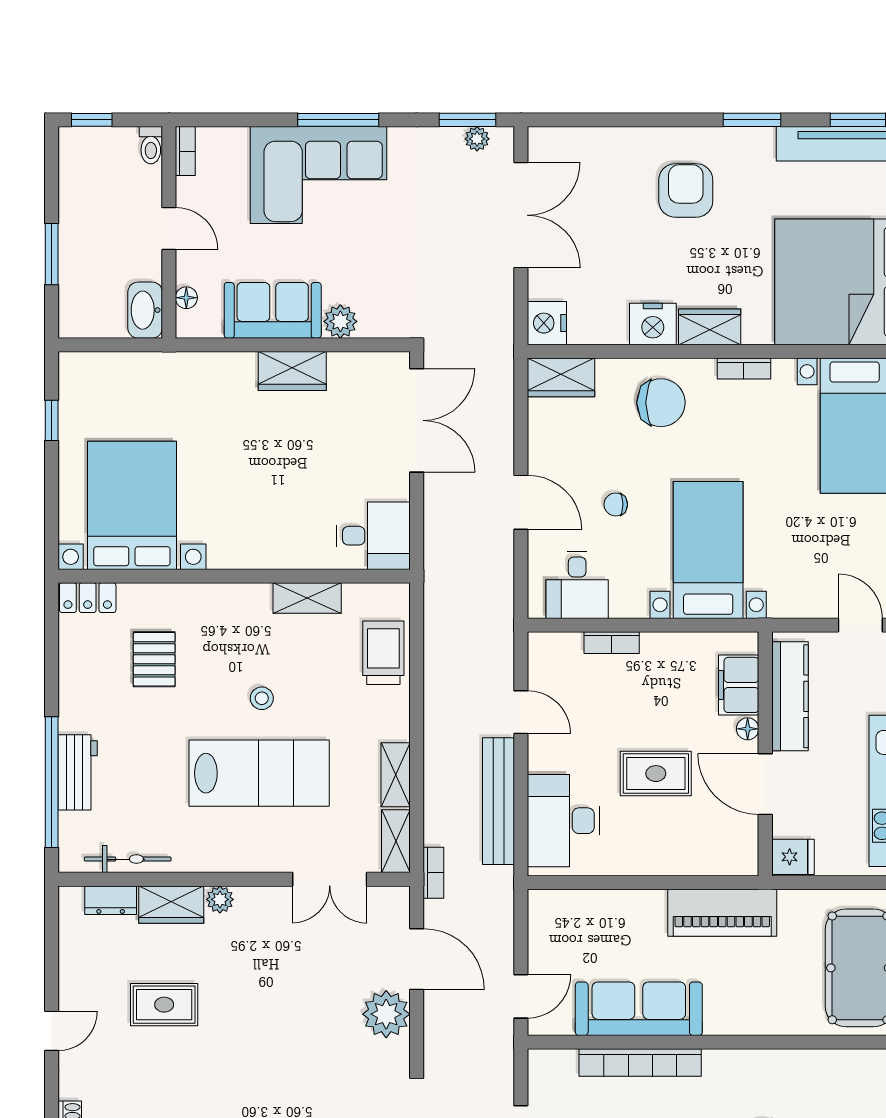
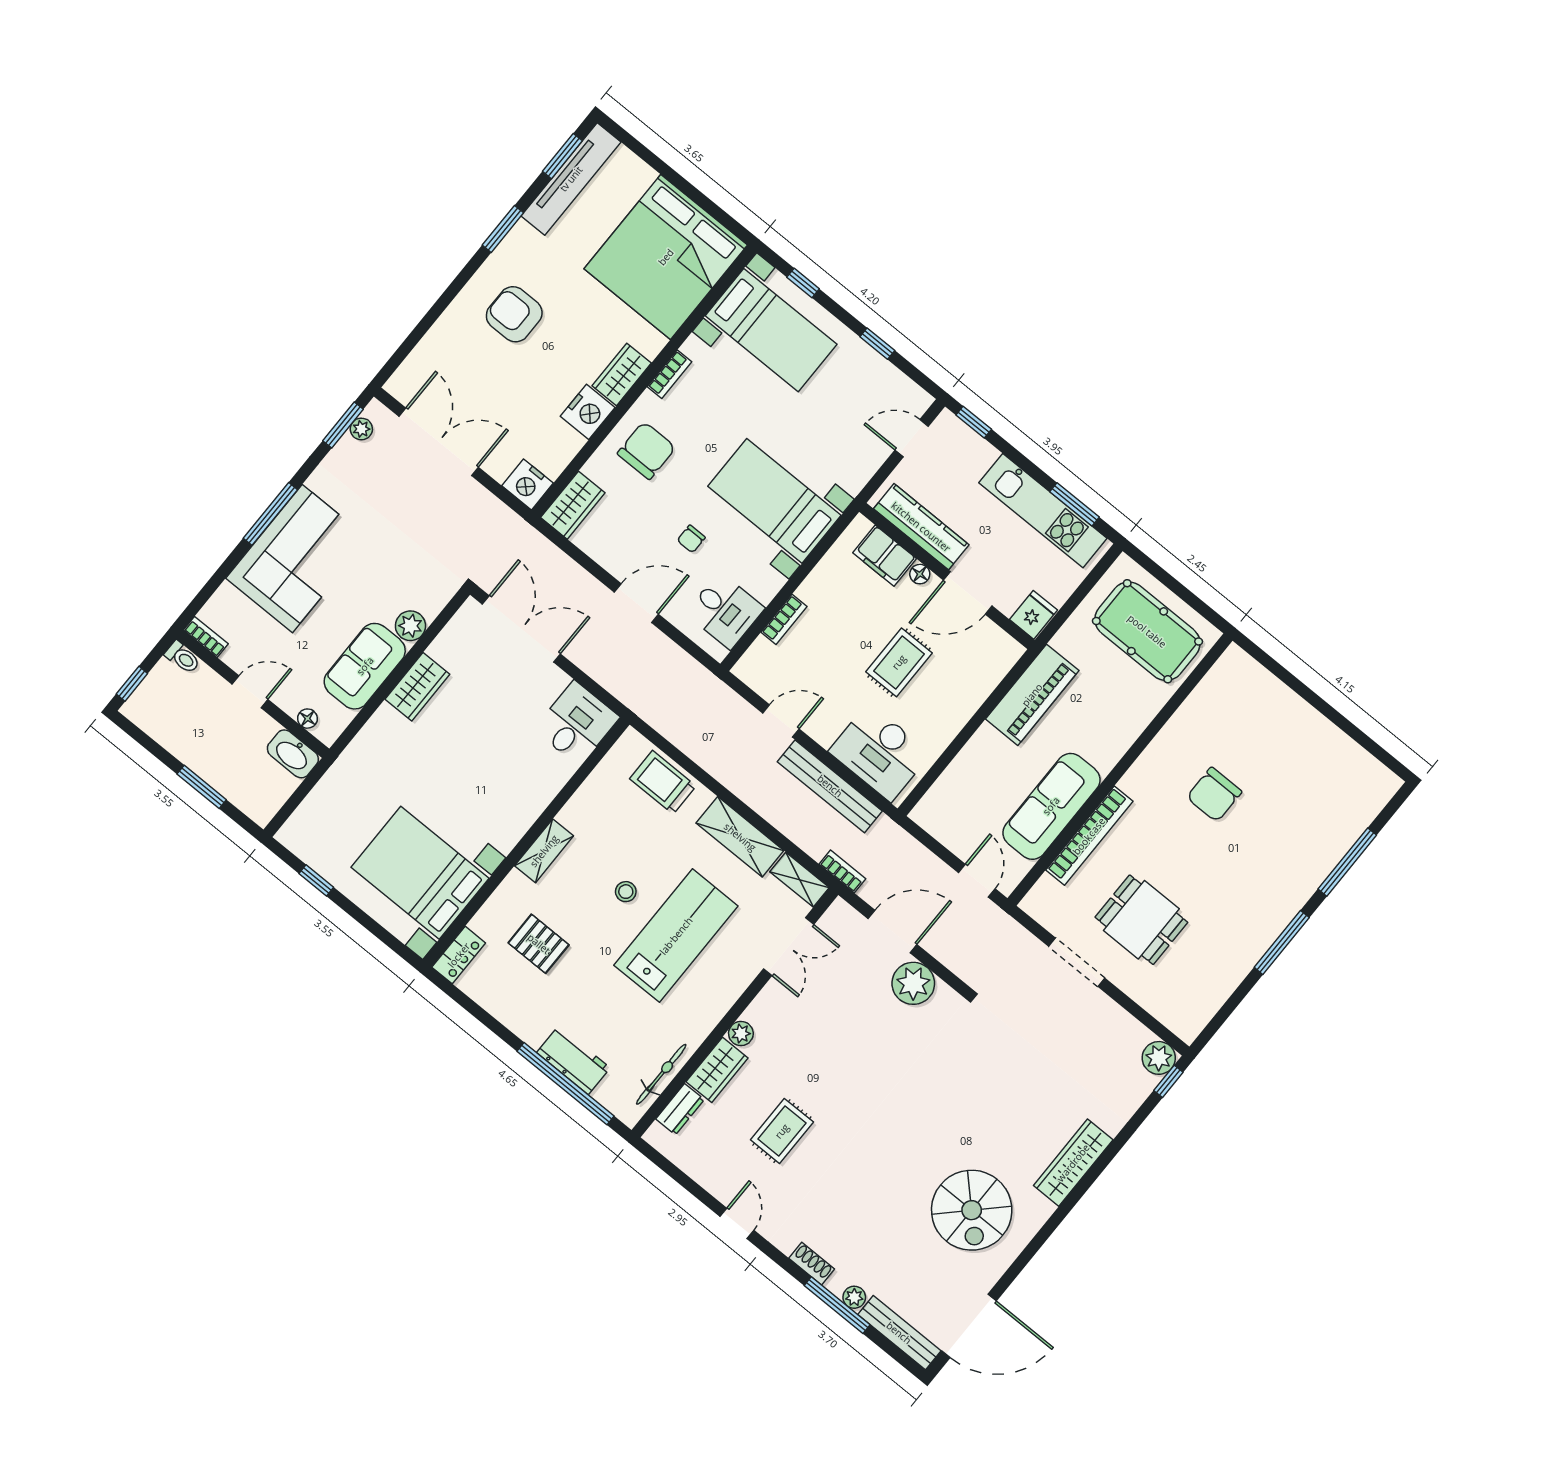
shelving: (307, 598) -> (544, 851), moved
shelving: (396, 775) -> (740, 837), width x1.50, depth x1.33

